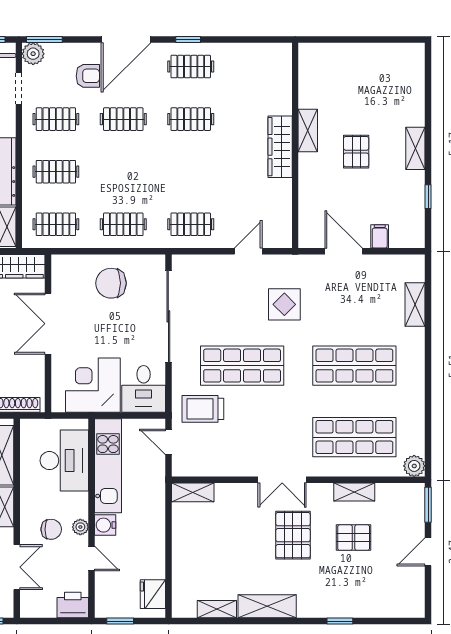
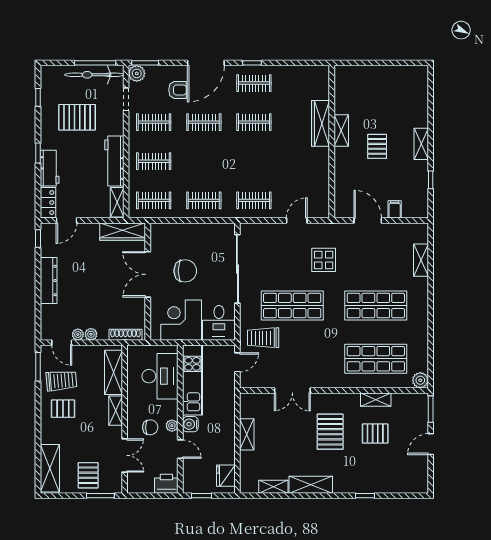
wardrobe: (280, 147) -> (320, 123), moved
chair: (111, 283) -> (185, 271), moved, turned 180
door: (168, 442) -> (237, 362), swing flipped
double door: (282, 480) -> (292, 391), moved
shelving: (193, 492) -> (247, 434), moved, turned 90

